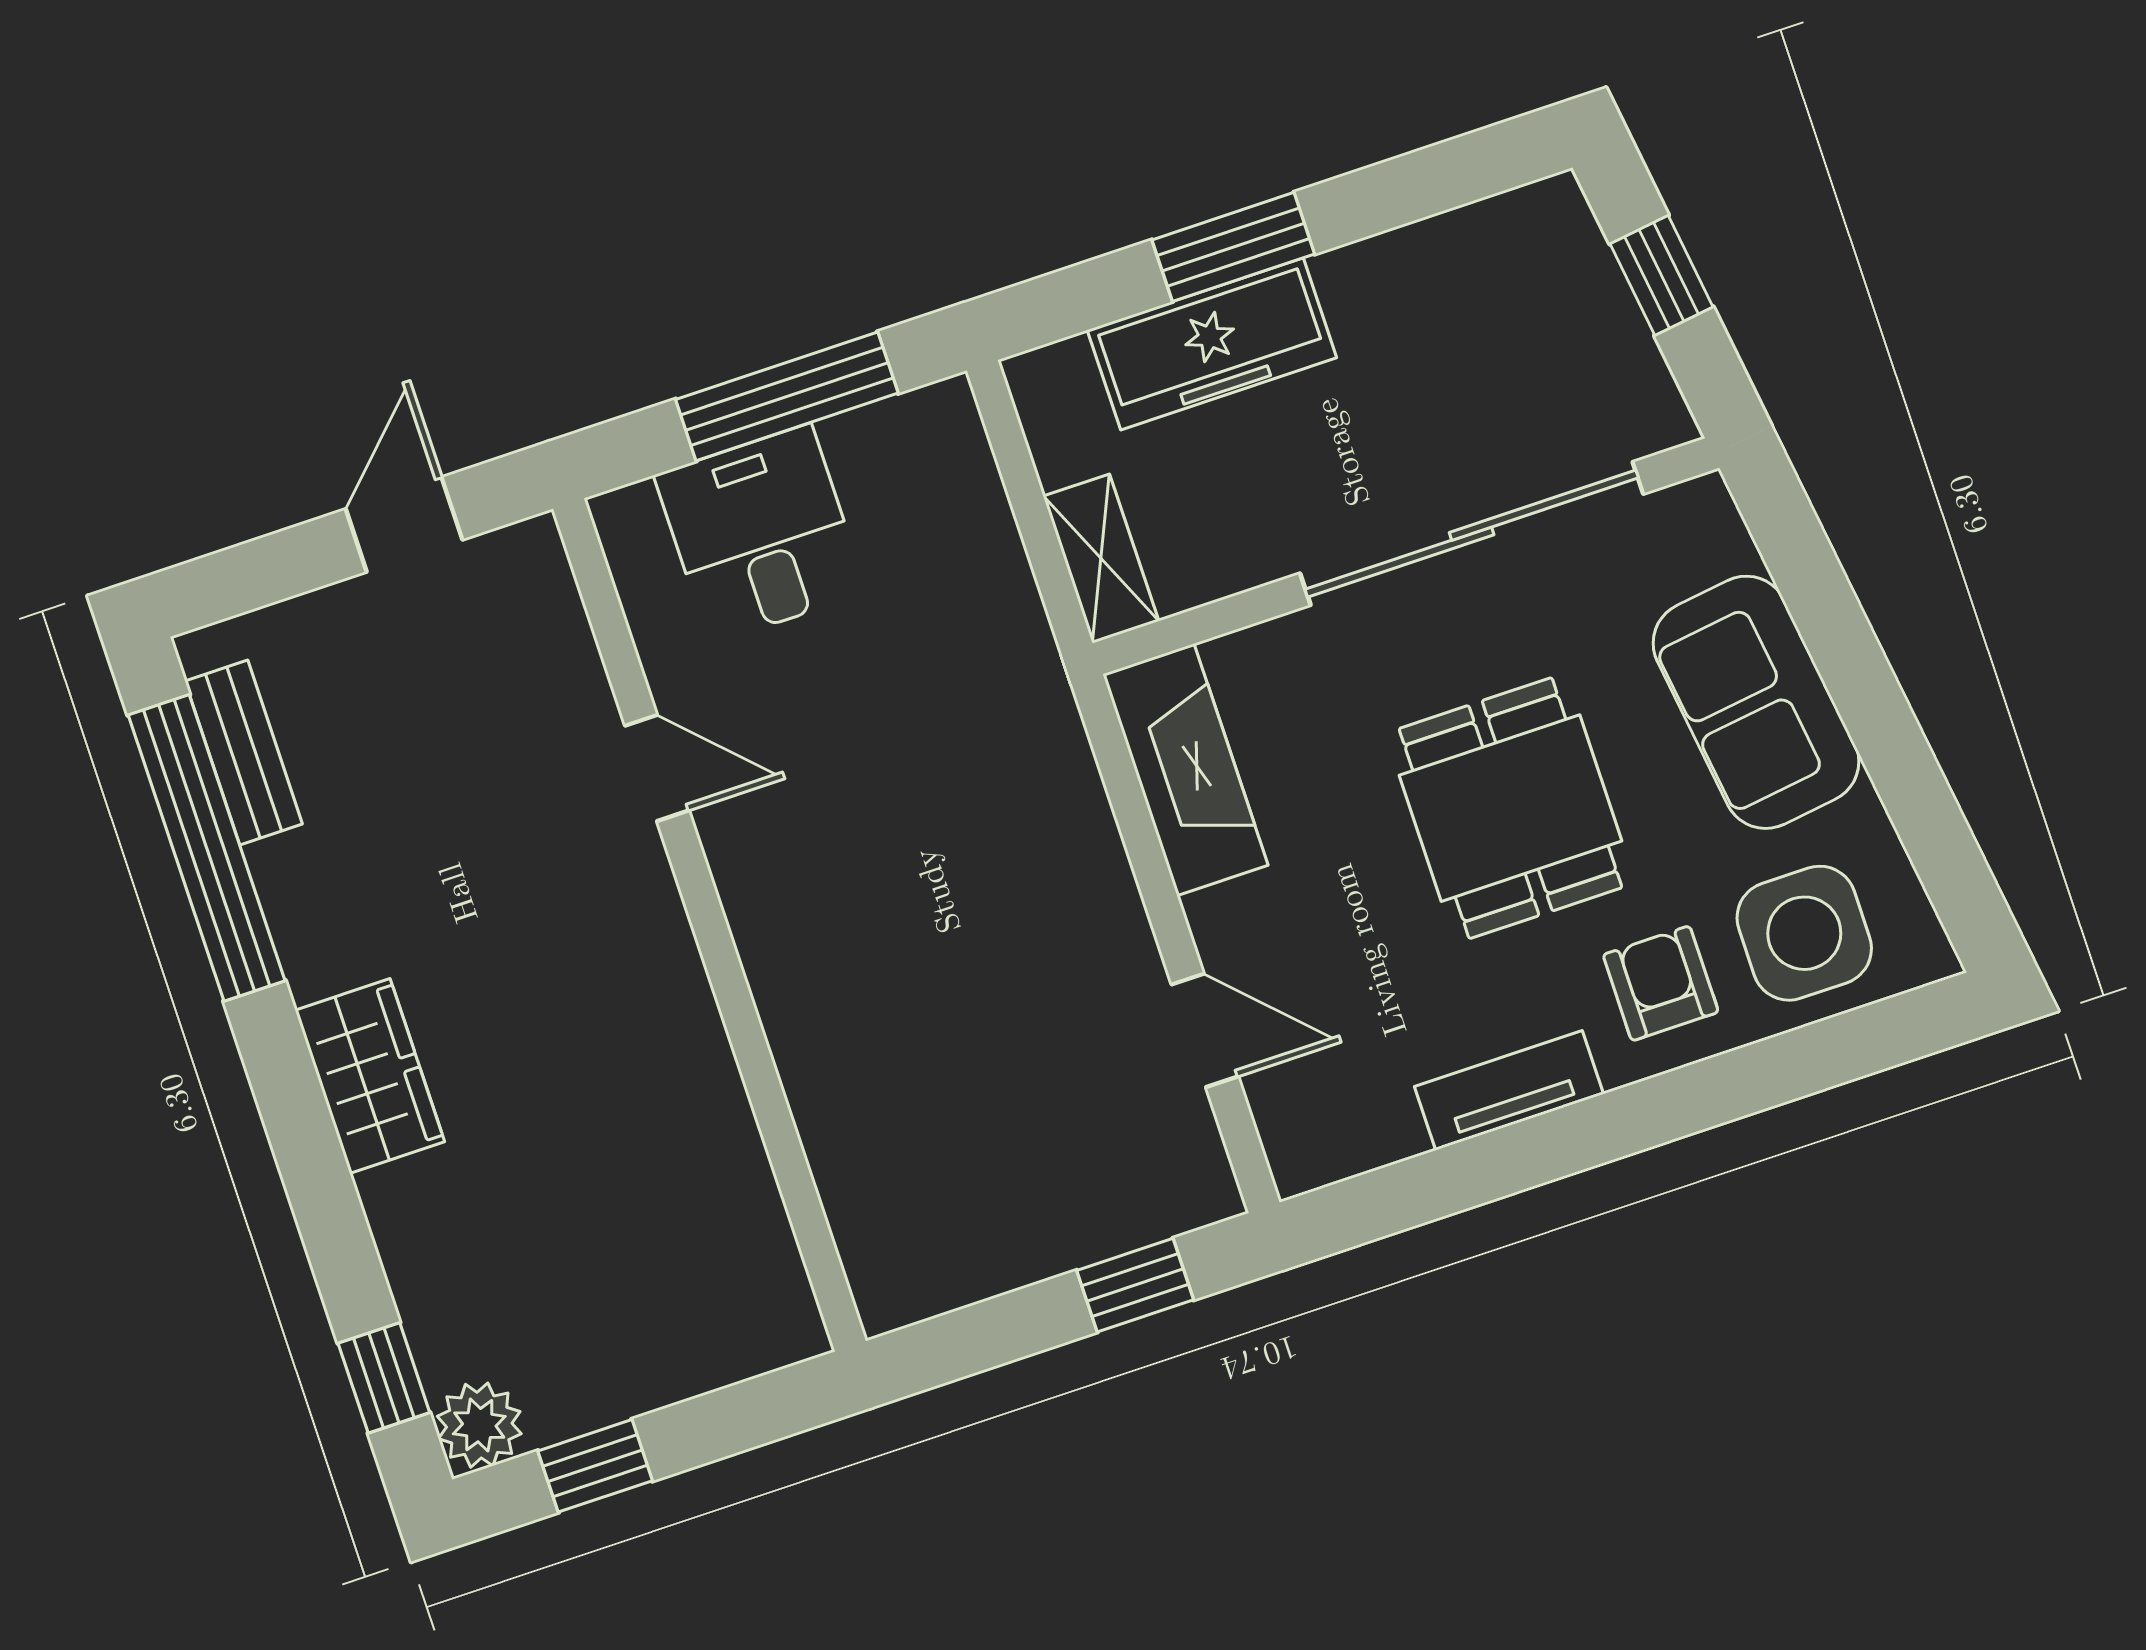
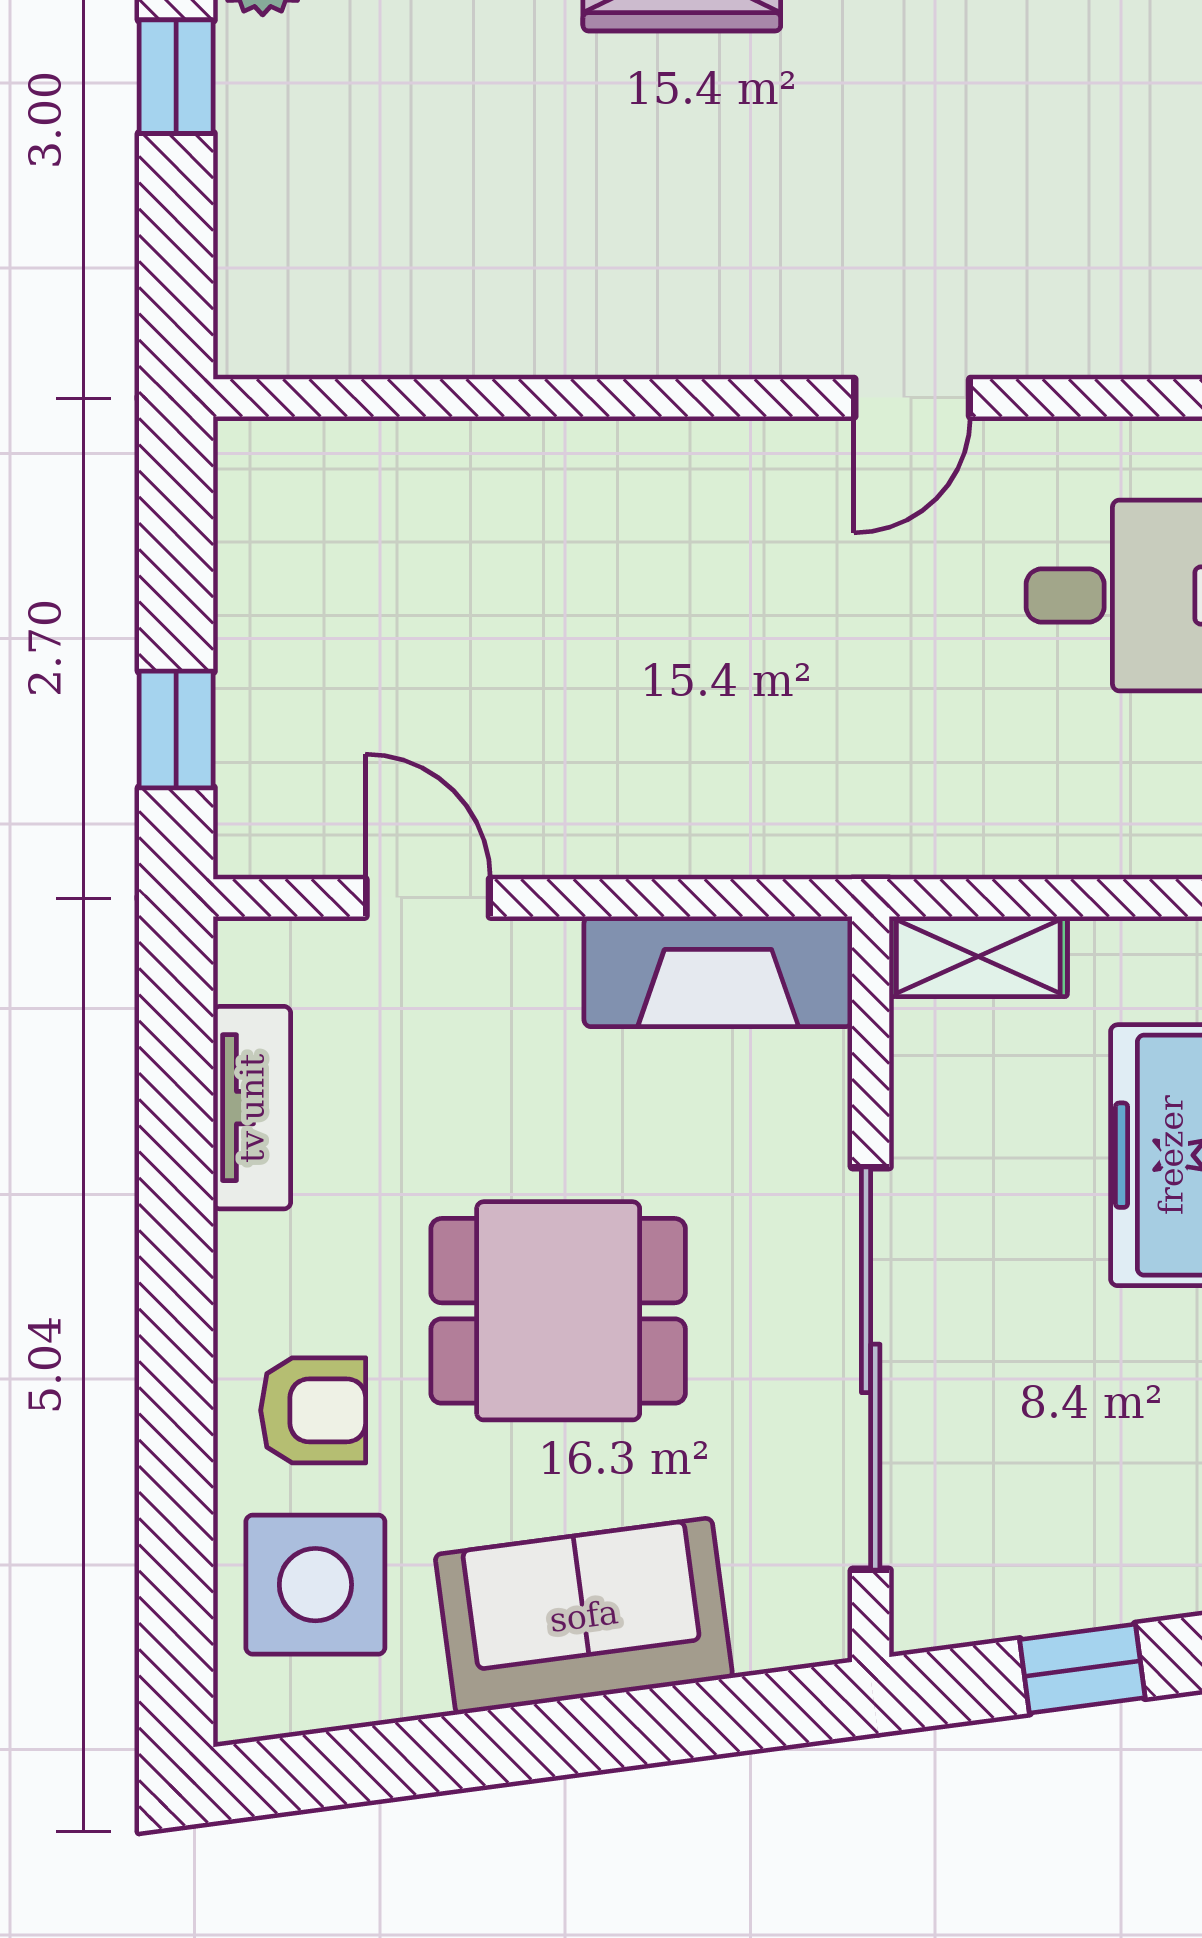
door: (1205, 1030) -> (428, 898), swing flipped
tv unit: (1509, 1090) -> (252, 1108), moved

